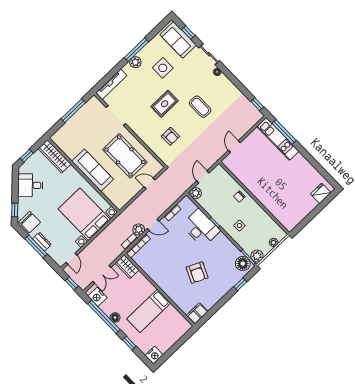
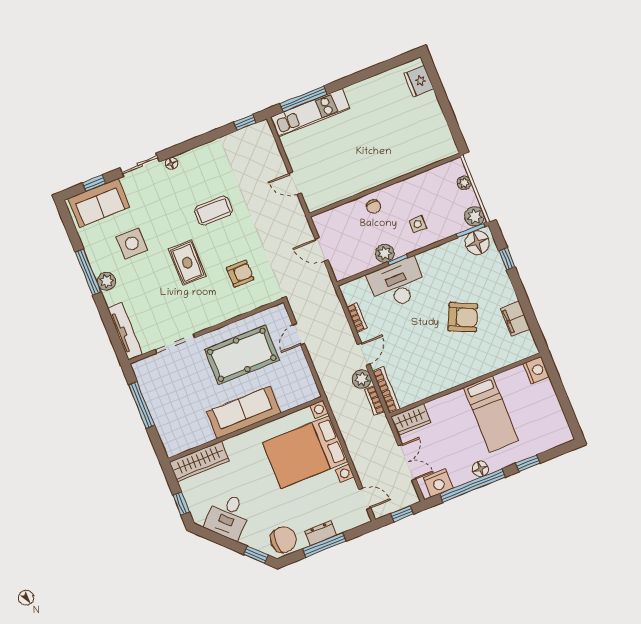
plant: (196, 193) -> (385, 253), moved
filing cabinet: (197, 313) -> (515, 319), moved
nightstand: (154, 355) -> (536, 370), moved

